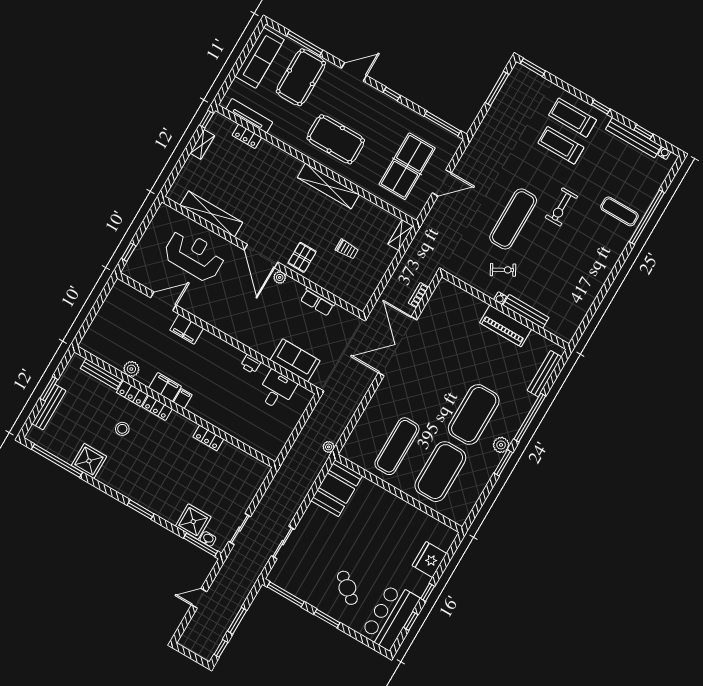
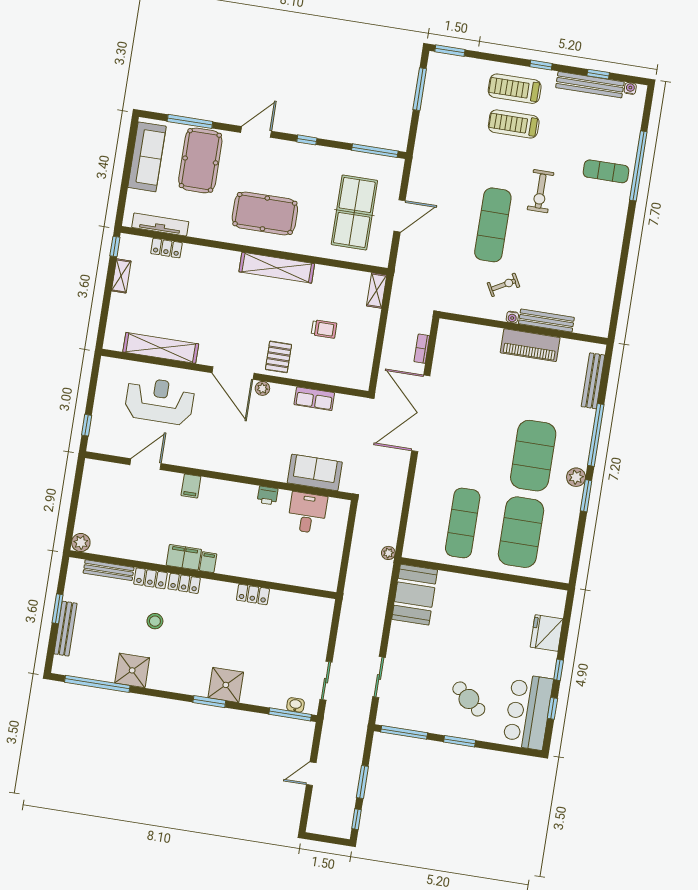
filing cabinet: (187, 329) -> (191, 486), width x0.50
plant: (131, 369) -> (81, 543), moved
shower: (193, 522) -> (226, 685), moved

